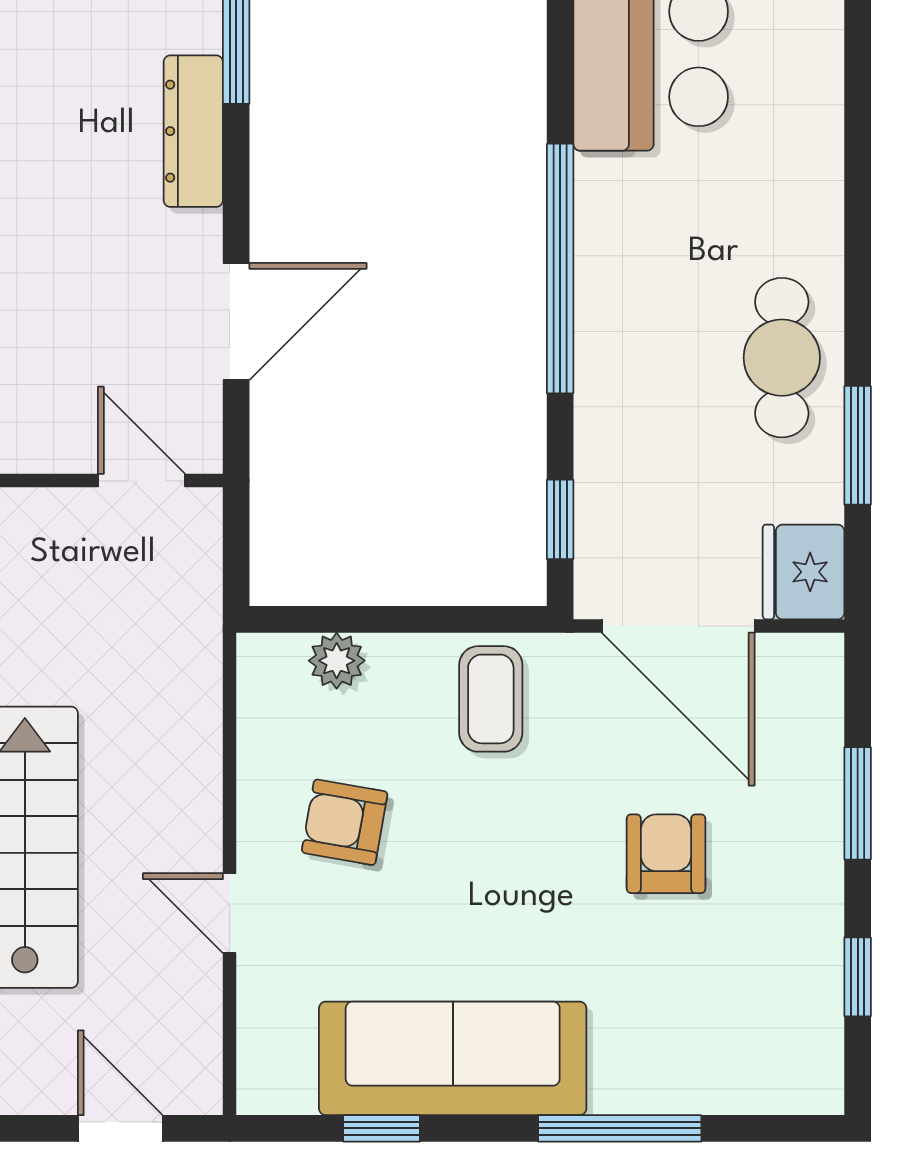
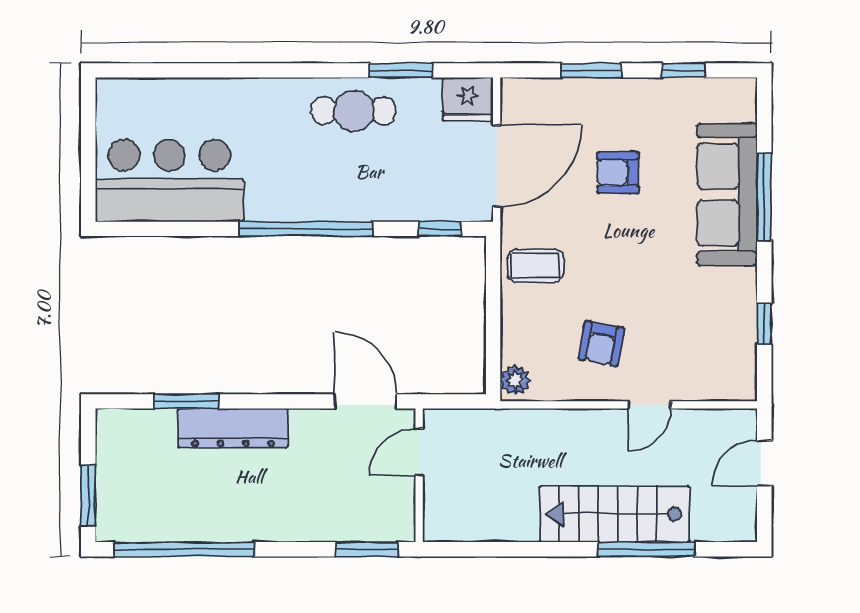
dresser: (193, 131) -> (233, 428), width x1.37, depth x1.24
door: (236, 321) -> (365, 401), moved
plant: (337, 661) -> (515, 380), moved
sofa: (453, 1058) -> (727, 195), moved

